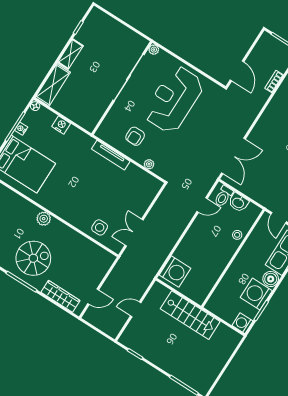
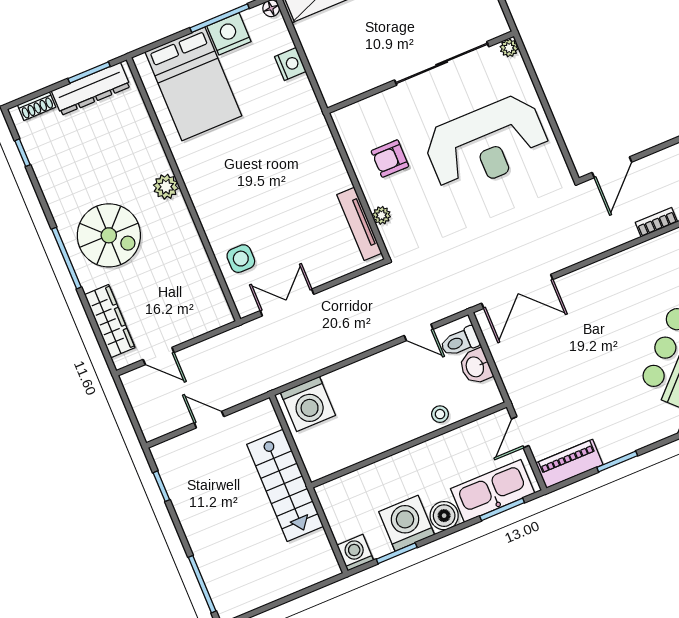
reception desk: (174, 99) -> (487, 144), turned 180
nightstand: (21, 129) -> (229, 34), width x1.89, depth x1.79
tv unit: (111, 155) -> (359, 224), moved

